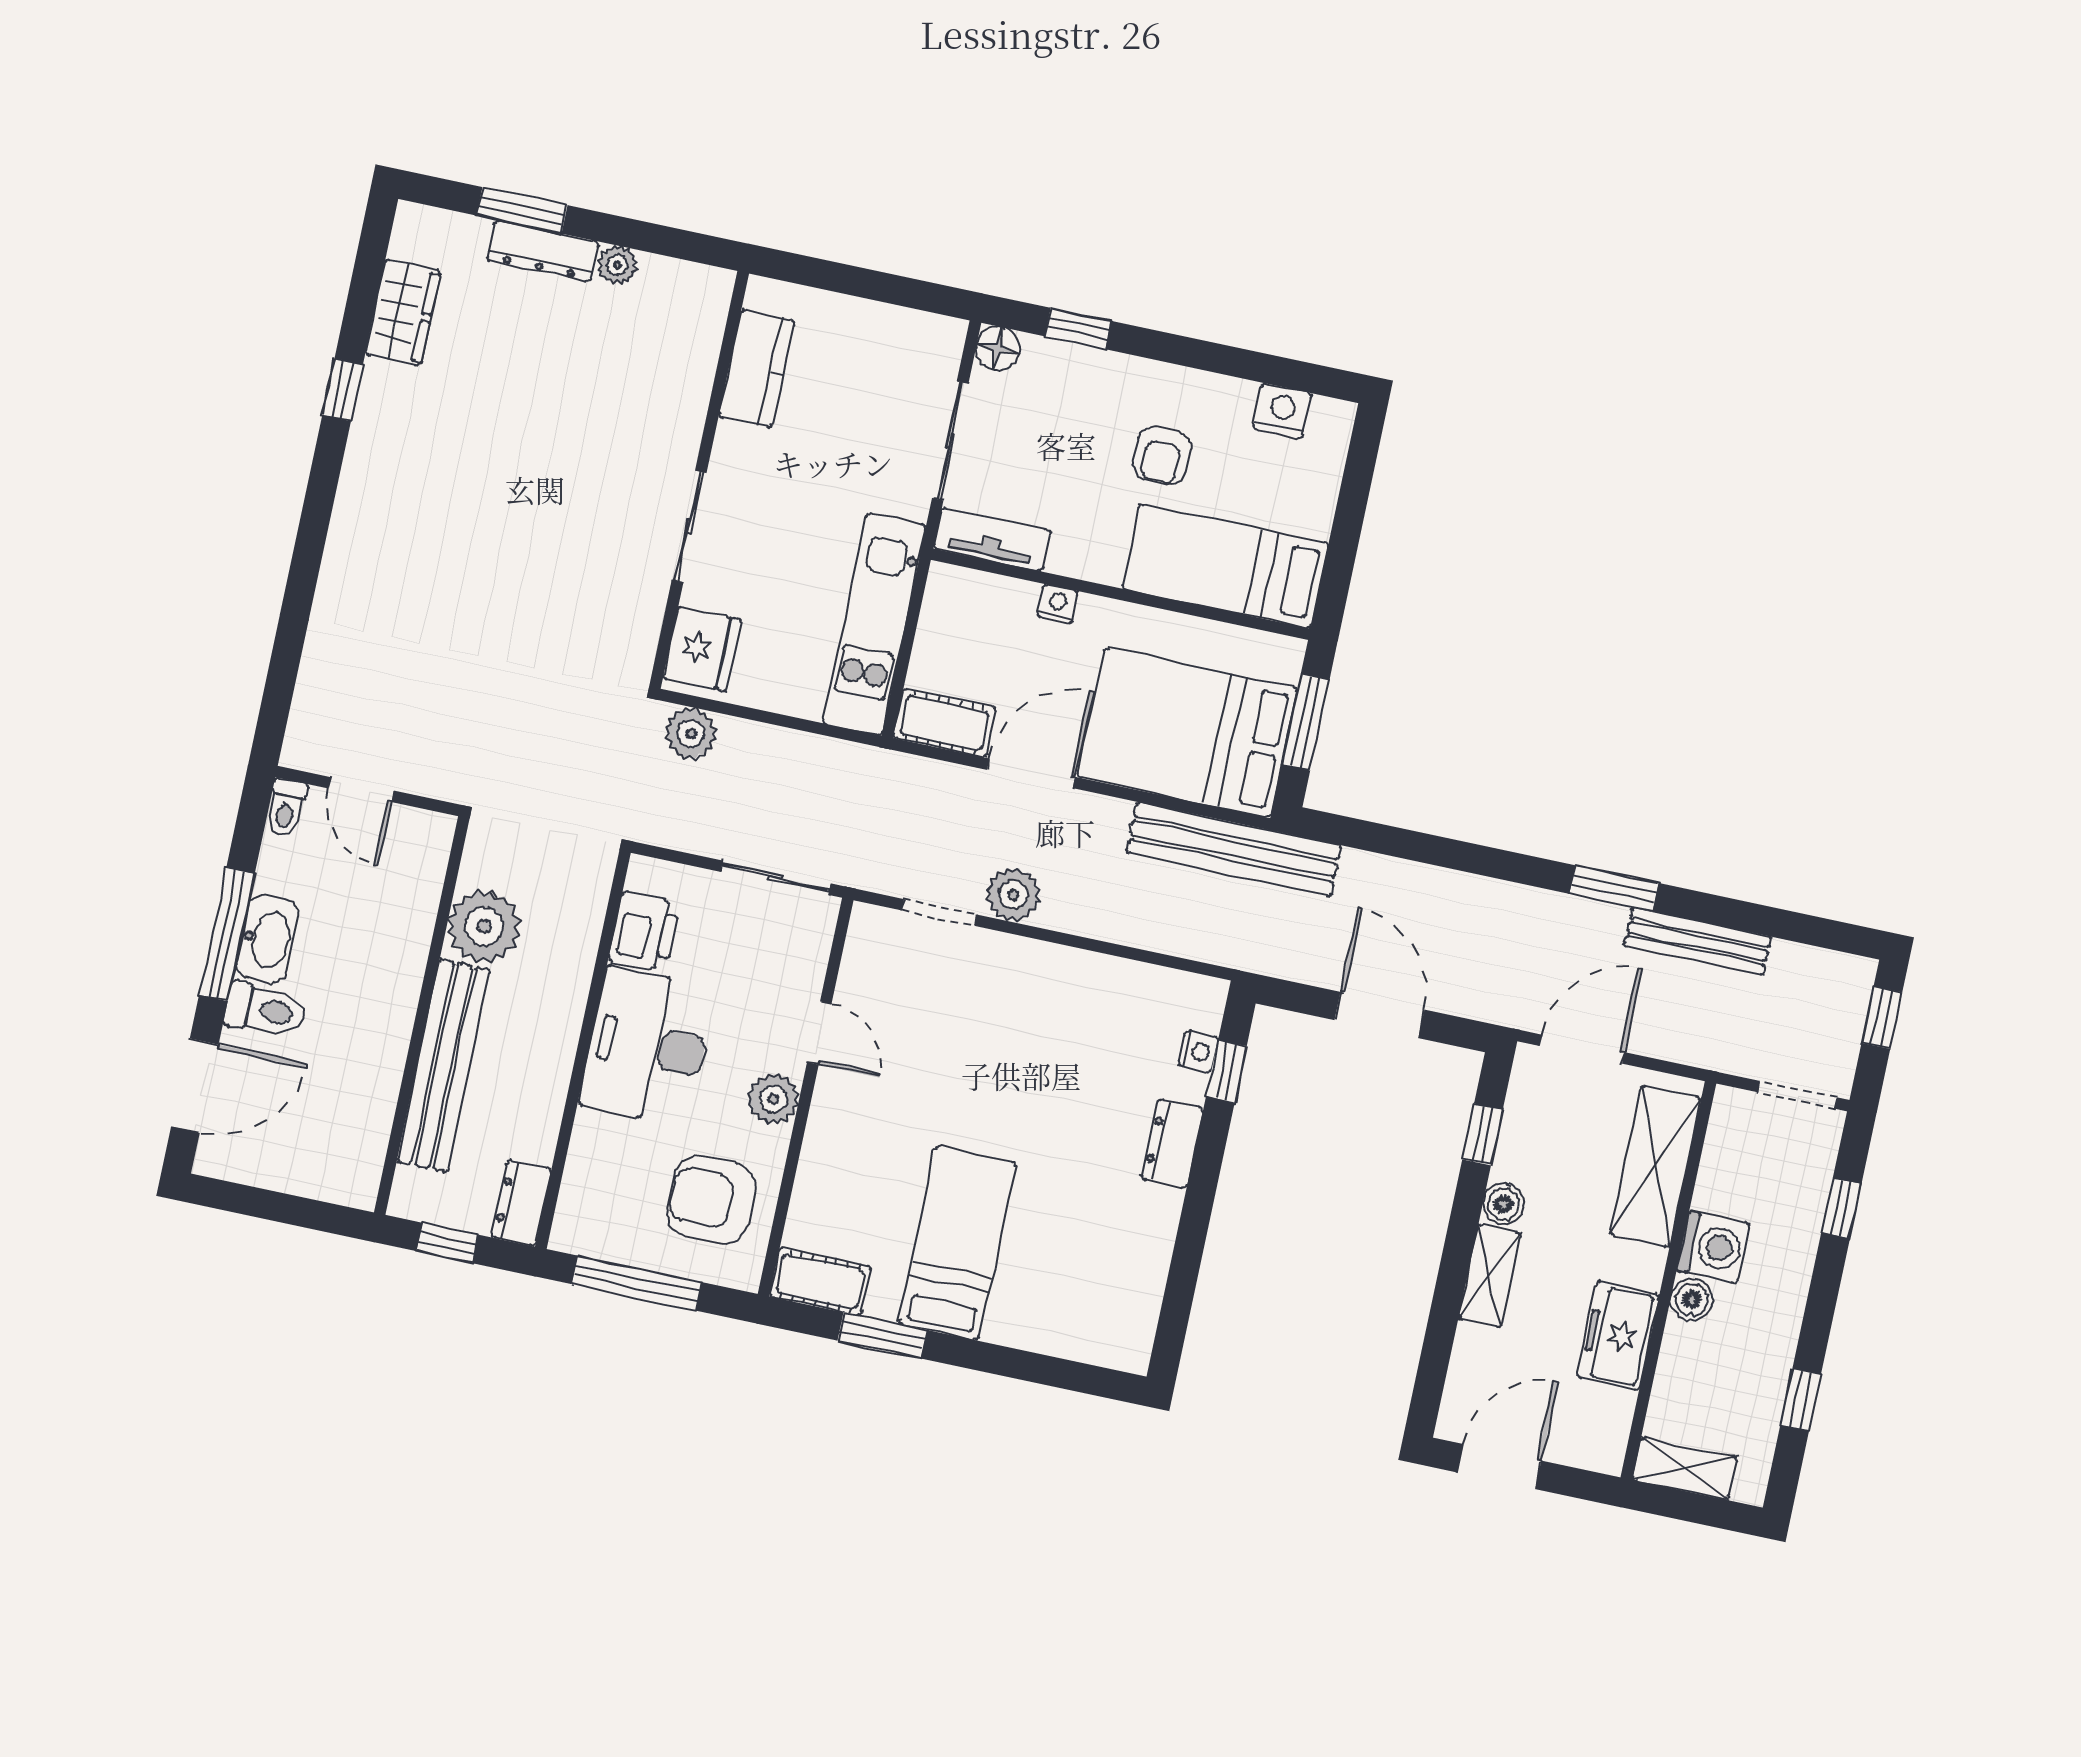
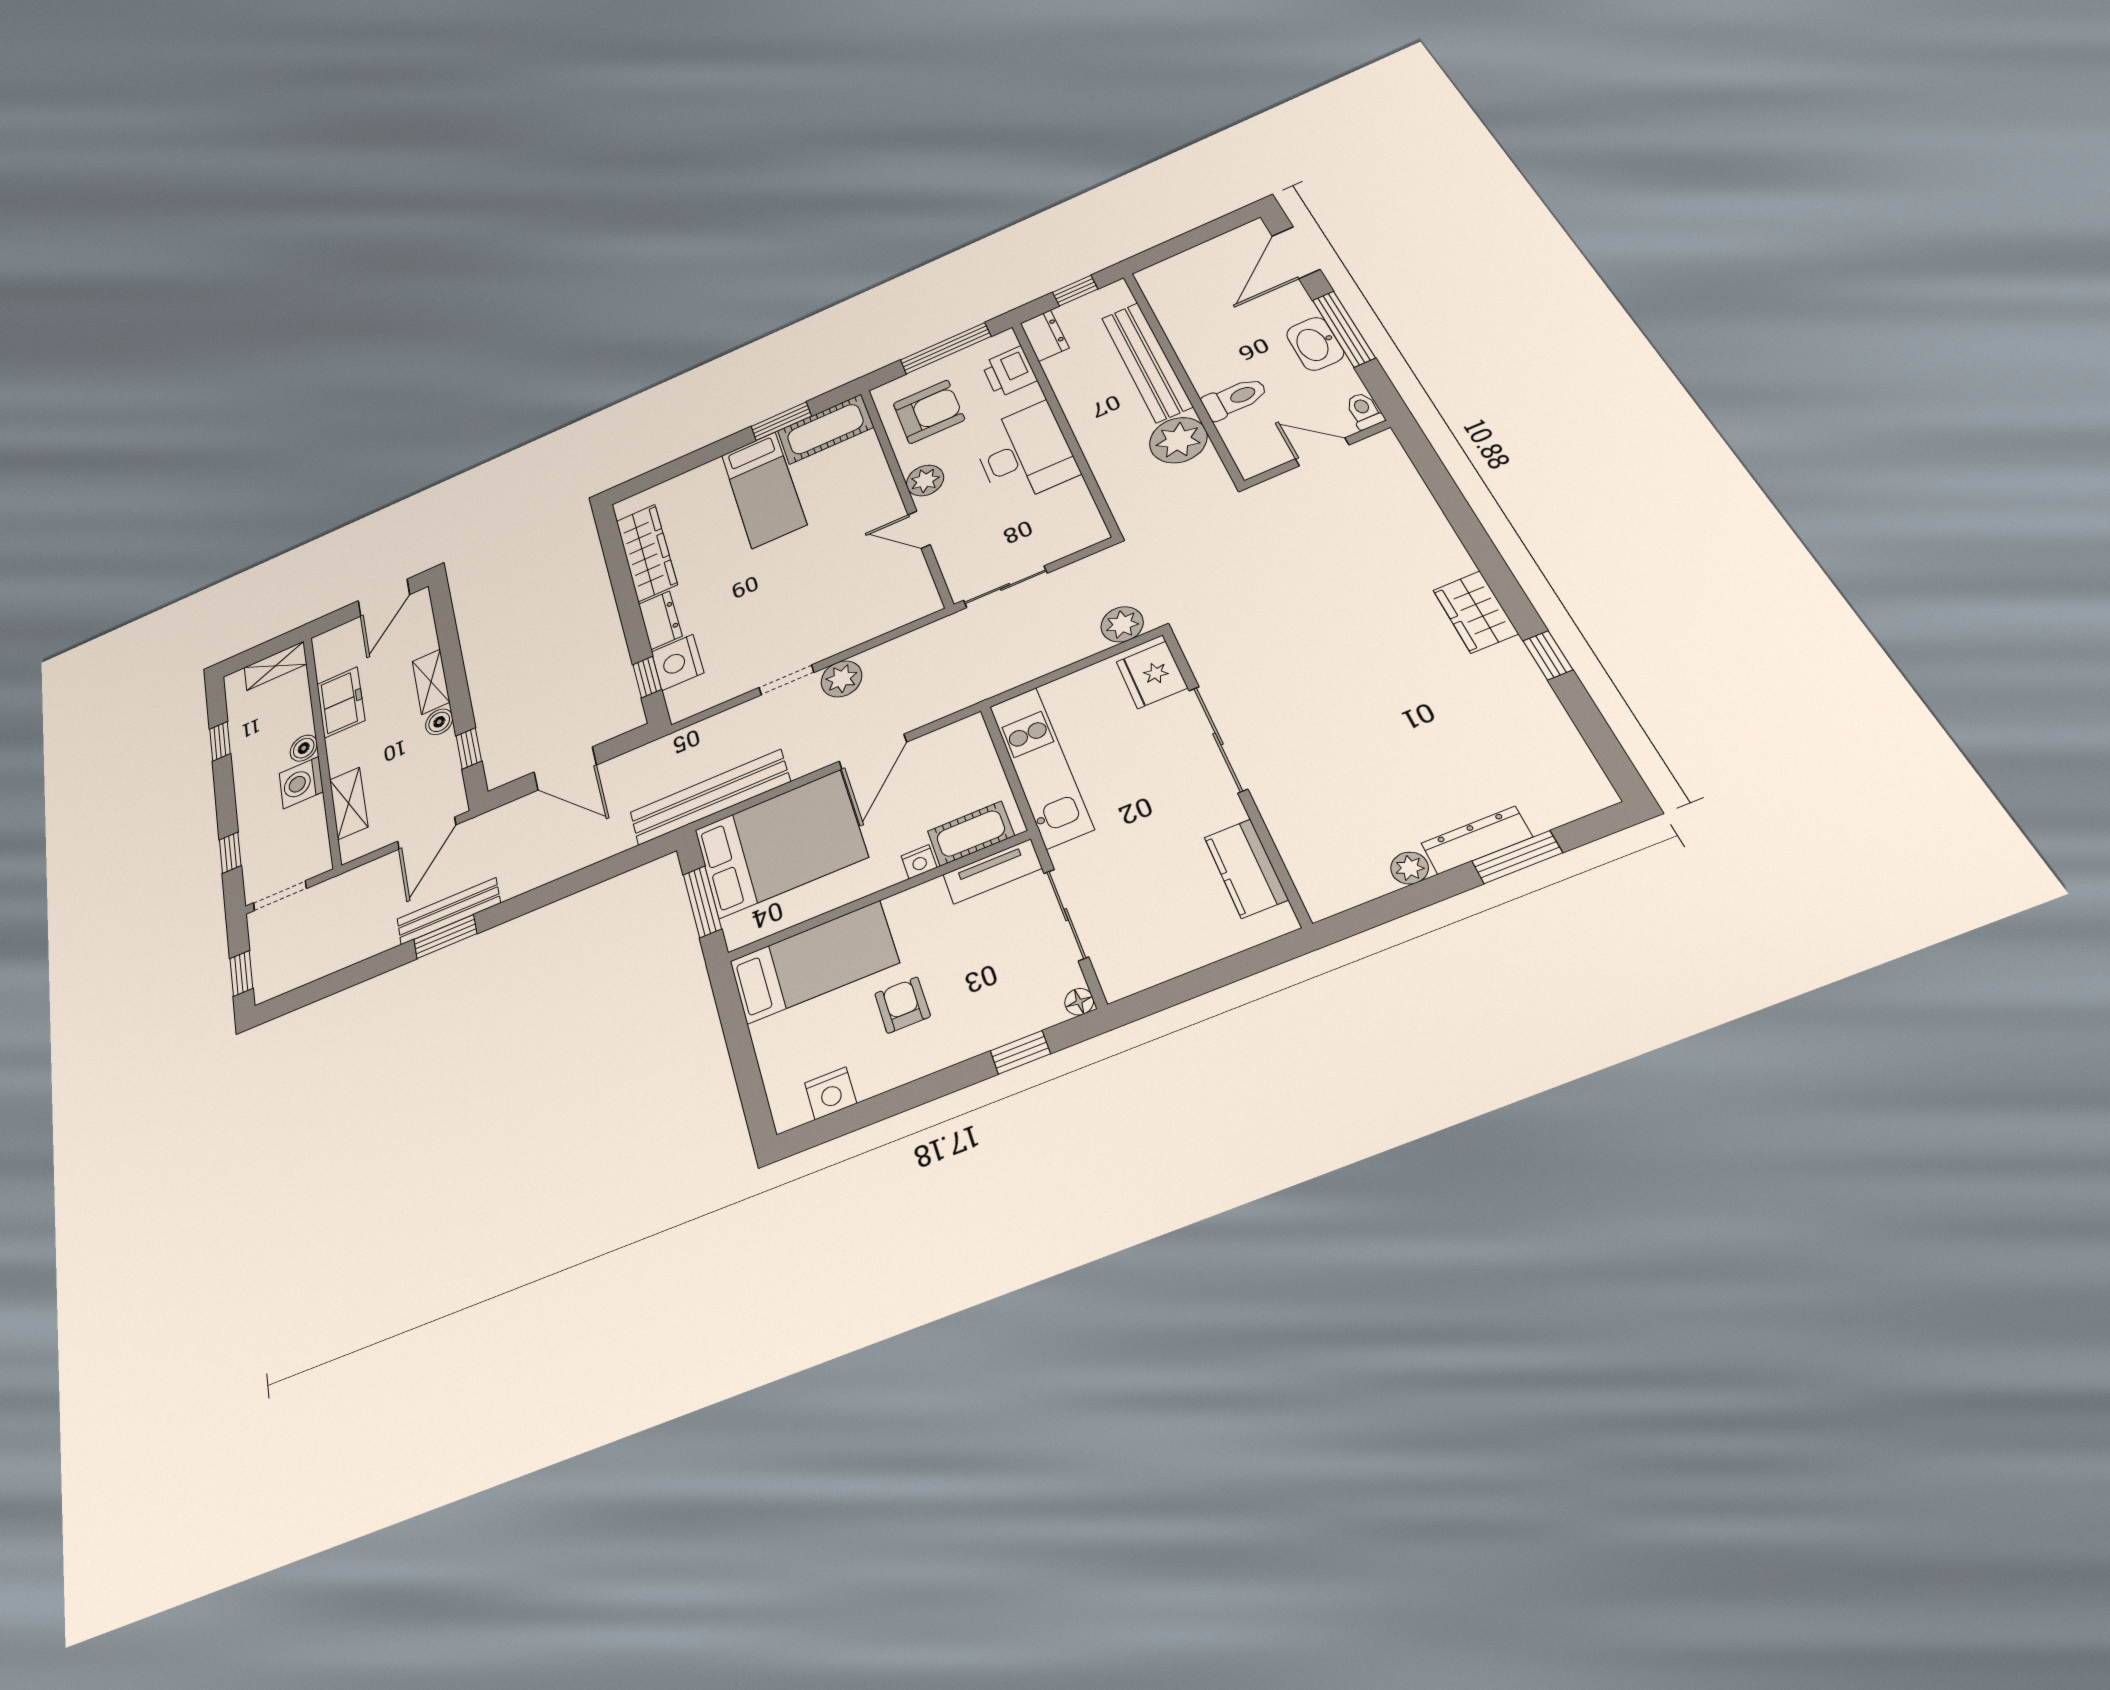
wardrobe: (403, 313) -> (1475, 612), moved
floor lamp: (998, 349) -> (1079, 1002), width x0.73, depth x0.73
sliding door: (689, 526) -> (1218, 739), width x1.37
cot: (945, 723) -> (971, 834), moved
doorway: (939, 912) -> (786, 680), moved
printer: (644, 931) -> (1009, 372), moved
bench: (1698, 941) -> (449, 911), moved
toilet: (266, 1010) -> (1235, 398), moved, turned 180
nightstand: (1198, 1051) -> (677, 662), width x1.89, depth x1.79
shelving: (1655, 1166) -> (349, 803), width x0.67, depth x0.75
wardrobe: (1140, 1262) -> (647, 553), added
cot: (820, 1281) -> (825, 429), width x1.37, depth x1.34

